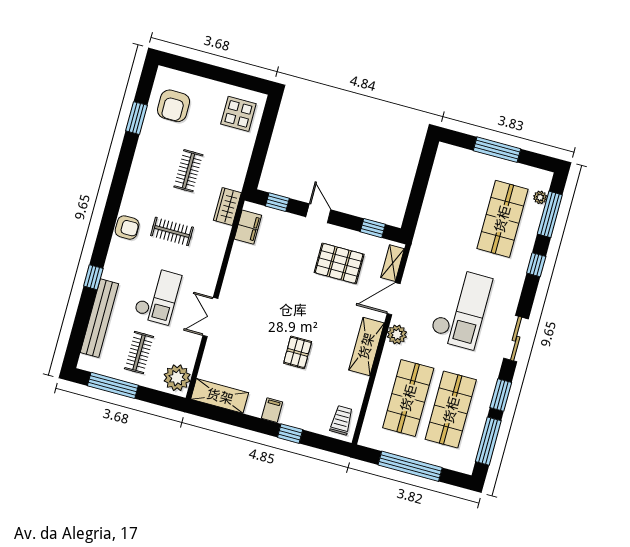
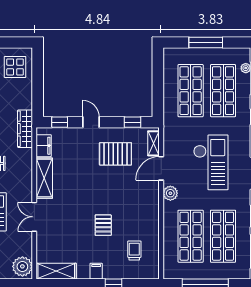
wardrobe: (227, 206) -> (25, 129), width x1.50
shop shelf: (460, 207) -> (191, 91), added
shelving: (366, 346) -> (44, 178), moved
trolley: (342, 420) -> (134, 251), moved

